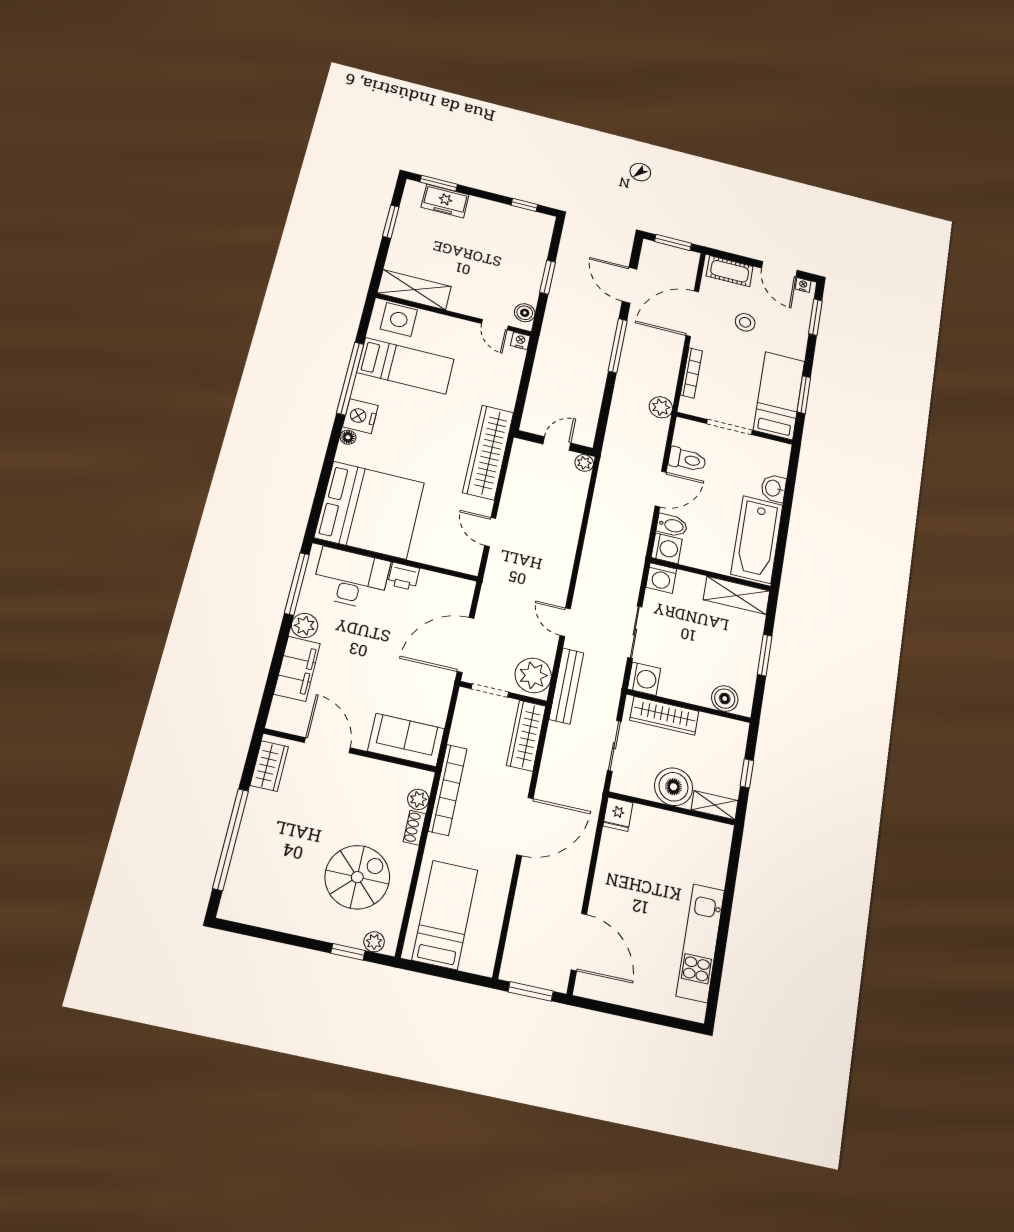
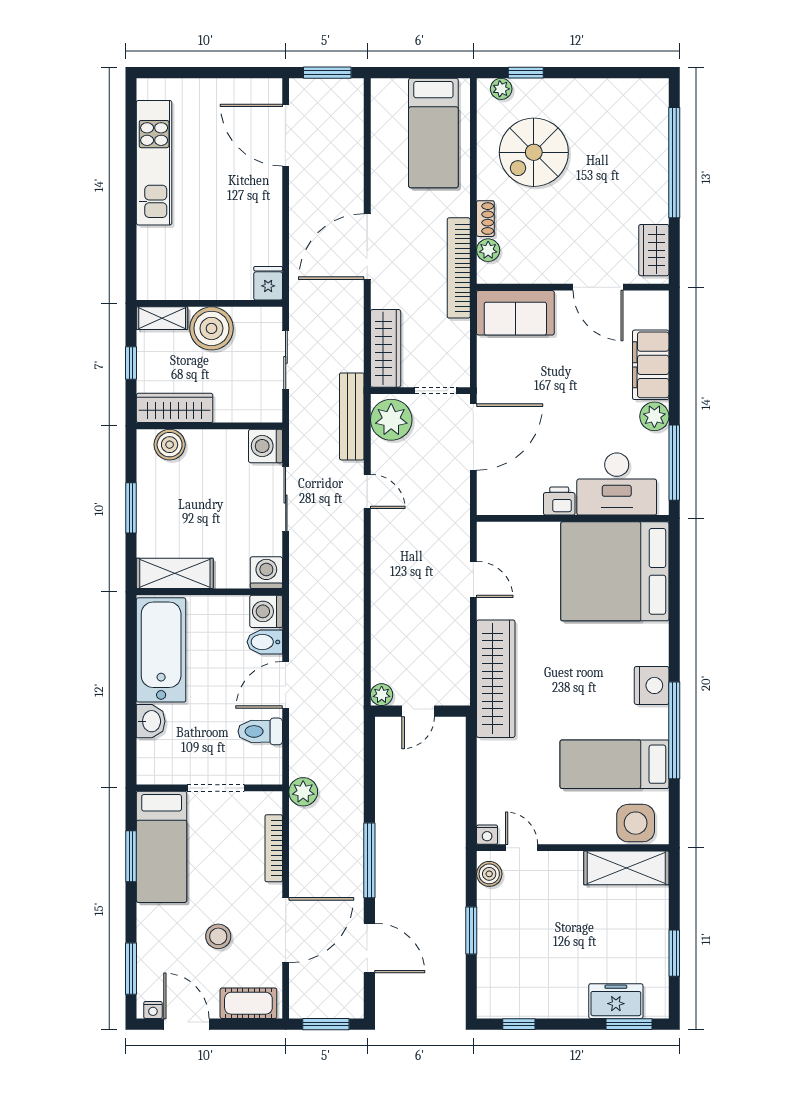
floor lamp: (348, 437) -> (660, 655), removed
wardrobe: (664, 716) -> (175, 408), moved

